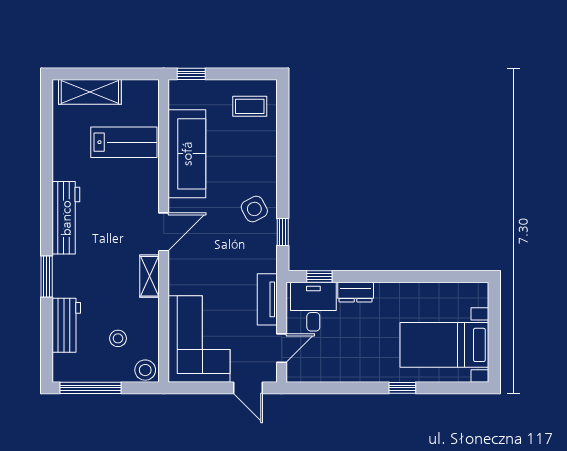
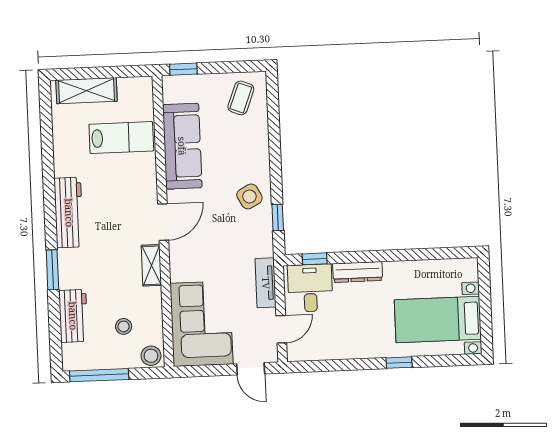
coffee table: (250, 106) -> (241, 98), turned -69
dresser: (356, 292) -> (358, 272), width x1.44

